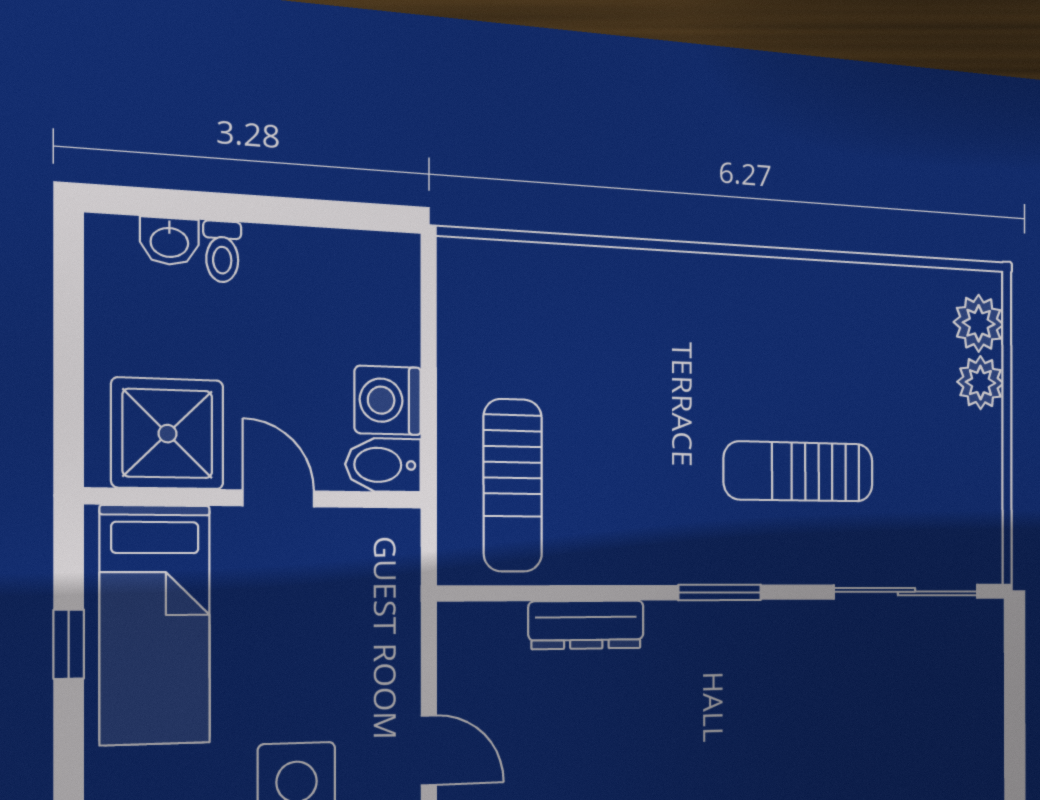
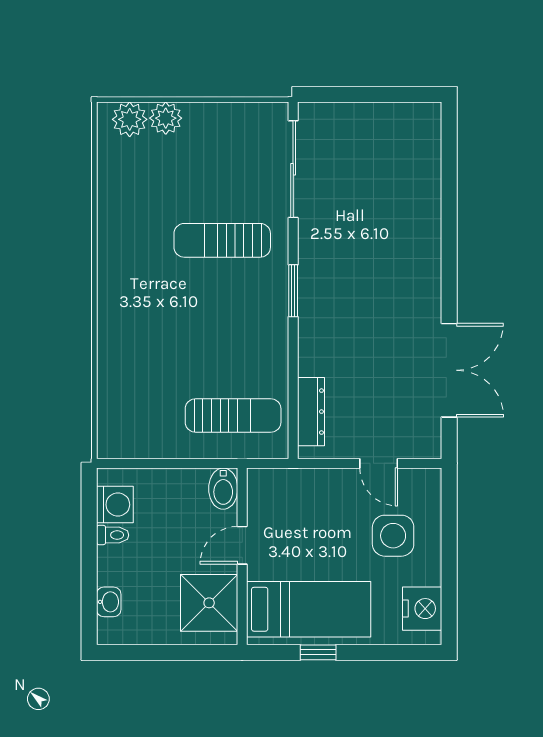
toilet: (222, 252) -> (113, 535), moved
washing machine: (388, 400) -> (115, 505), moved, turned -90
sun lounger: (799, 472) -> (222, 240), turned 90
dresser: (586, 625) -> (311, 412), moved
door: (429, 750) -> (379, 463), swing flipped

